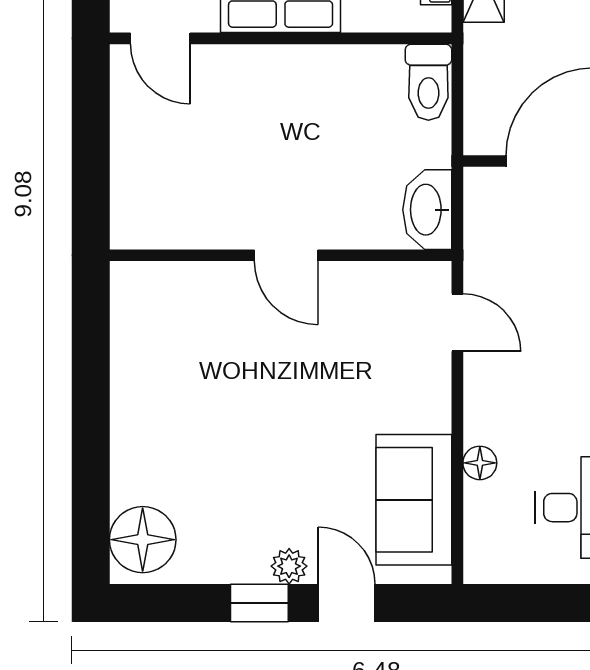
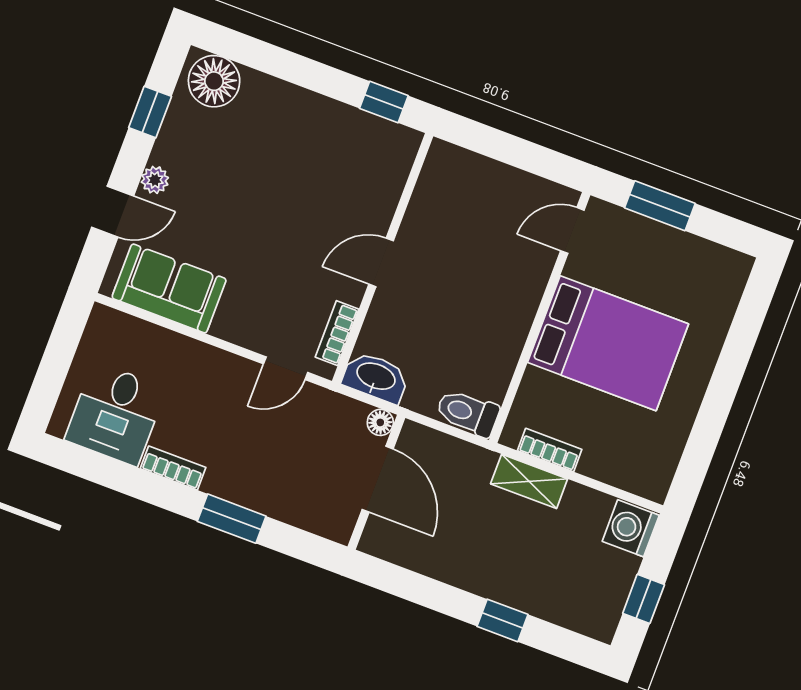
bookcase: (391, 276) -> (337, 333), added
window: (91, 325) -> (384, 102), added
floor lamp: (480, 463) -> (380, 422), moved
window: (259, 603) -> (150, 112), moved

